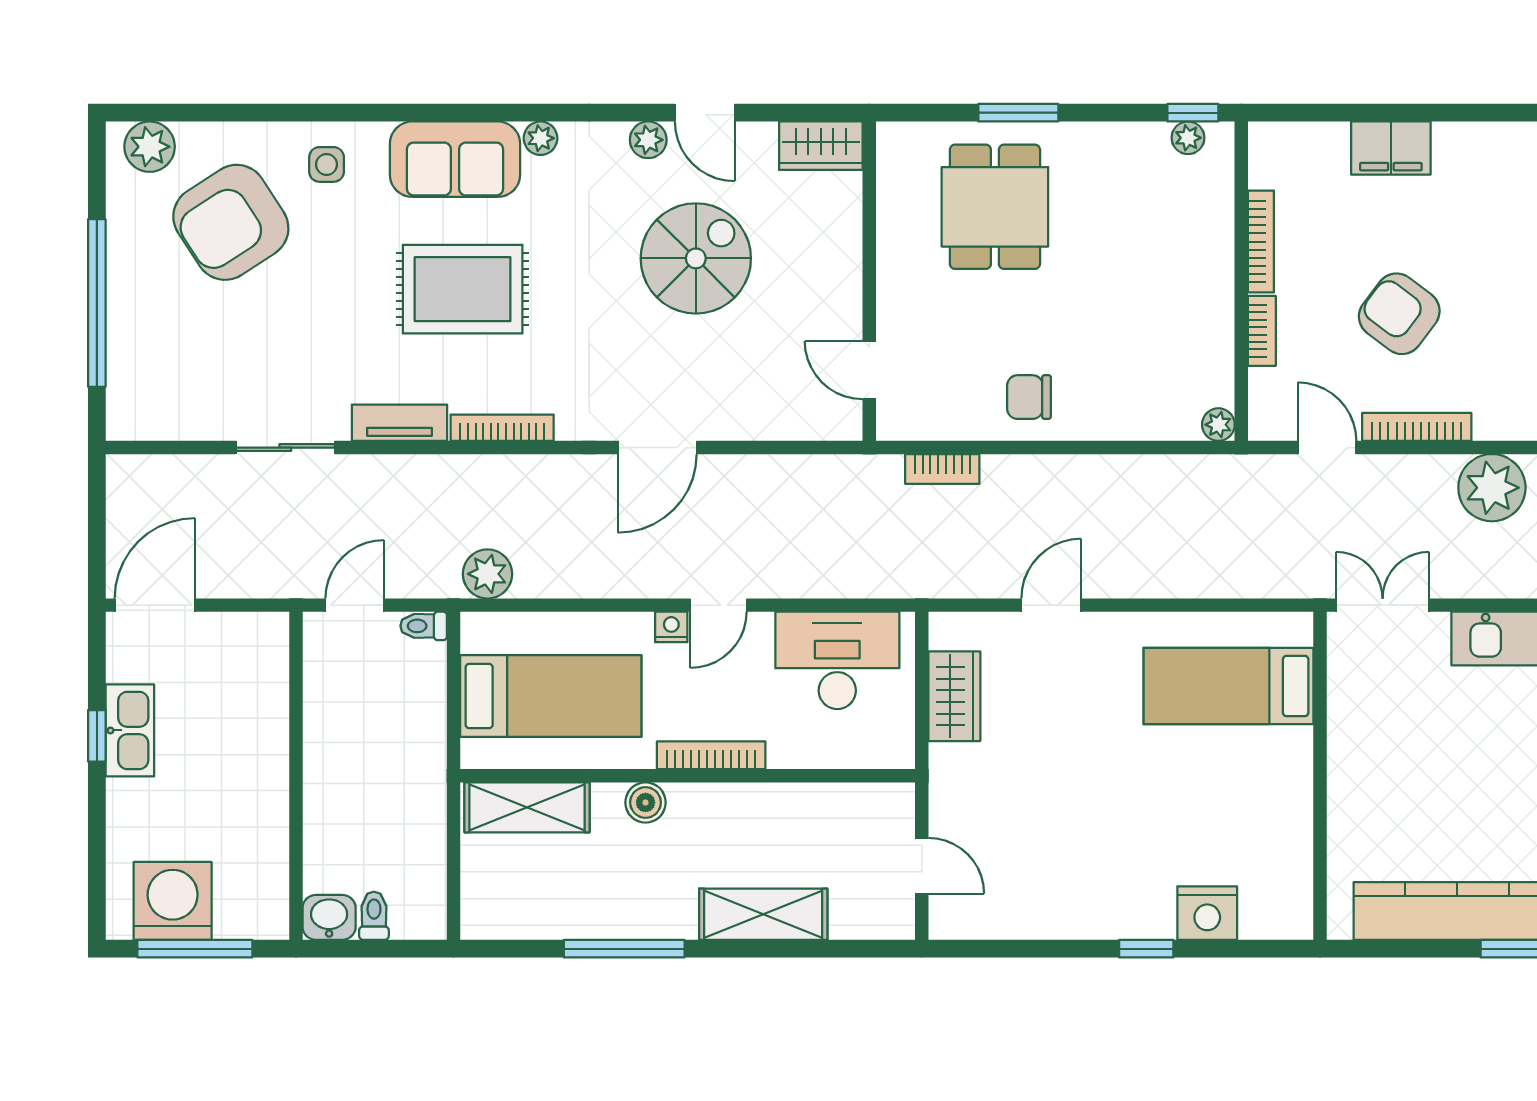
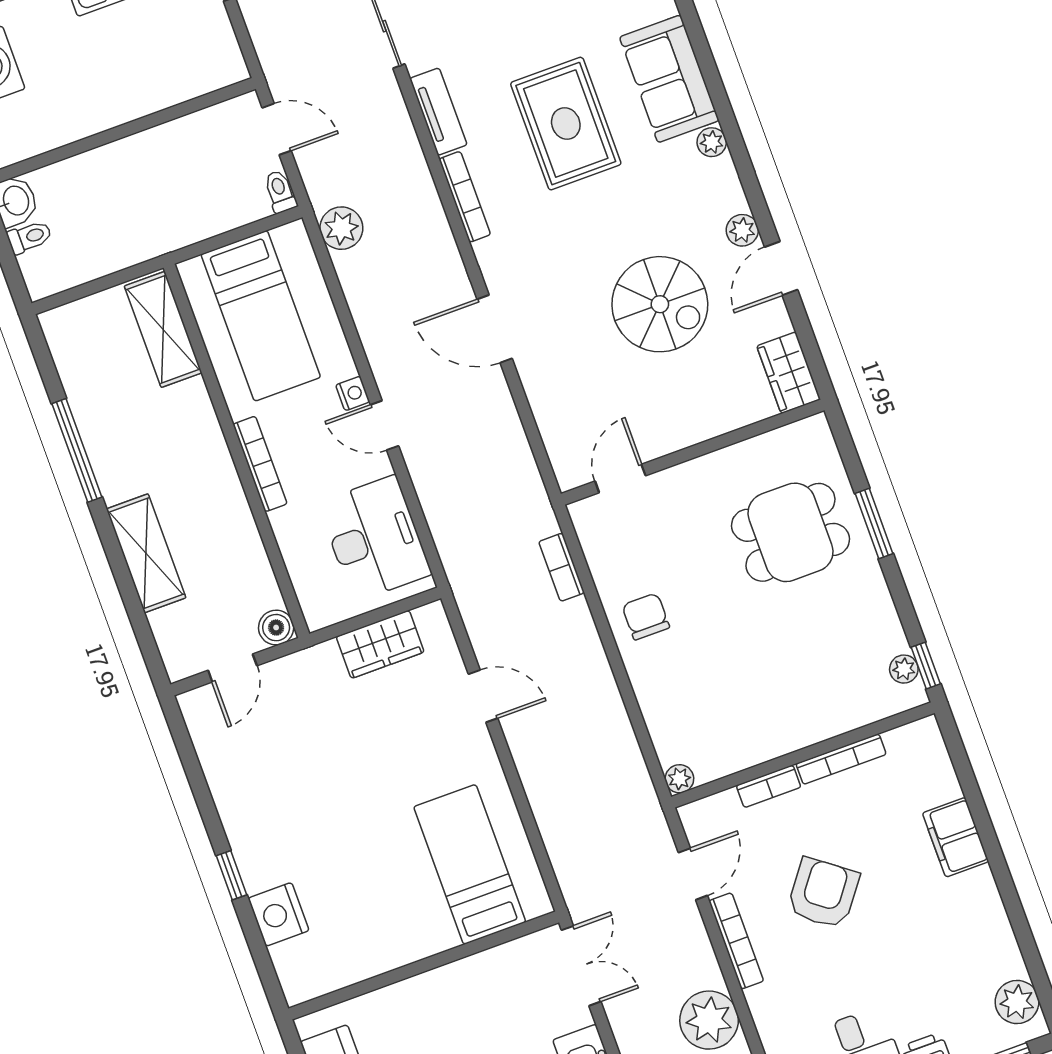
boiler: (646, 802) -> (276, 628), moved

